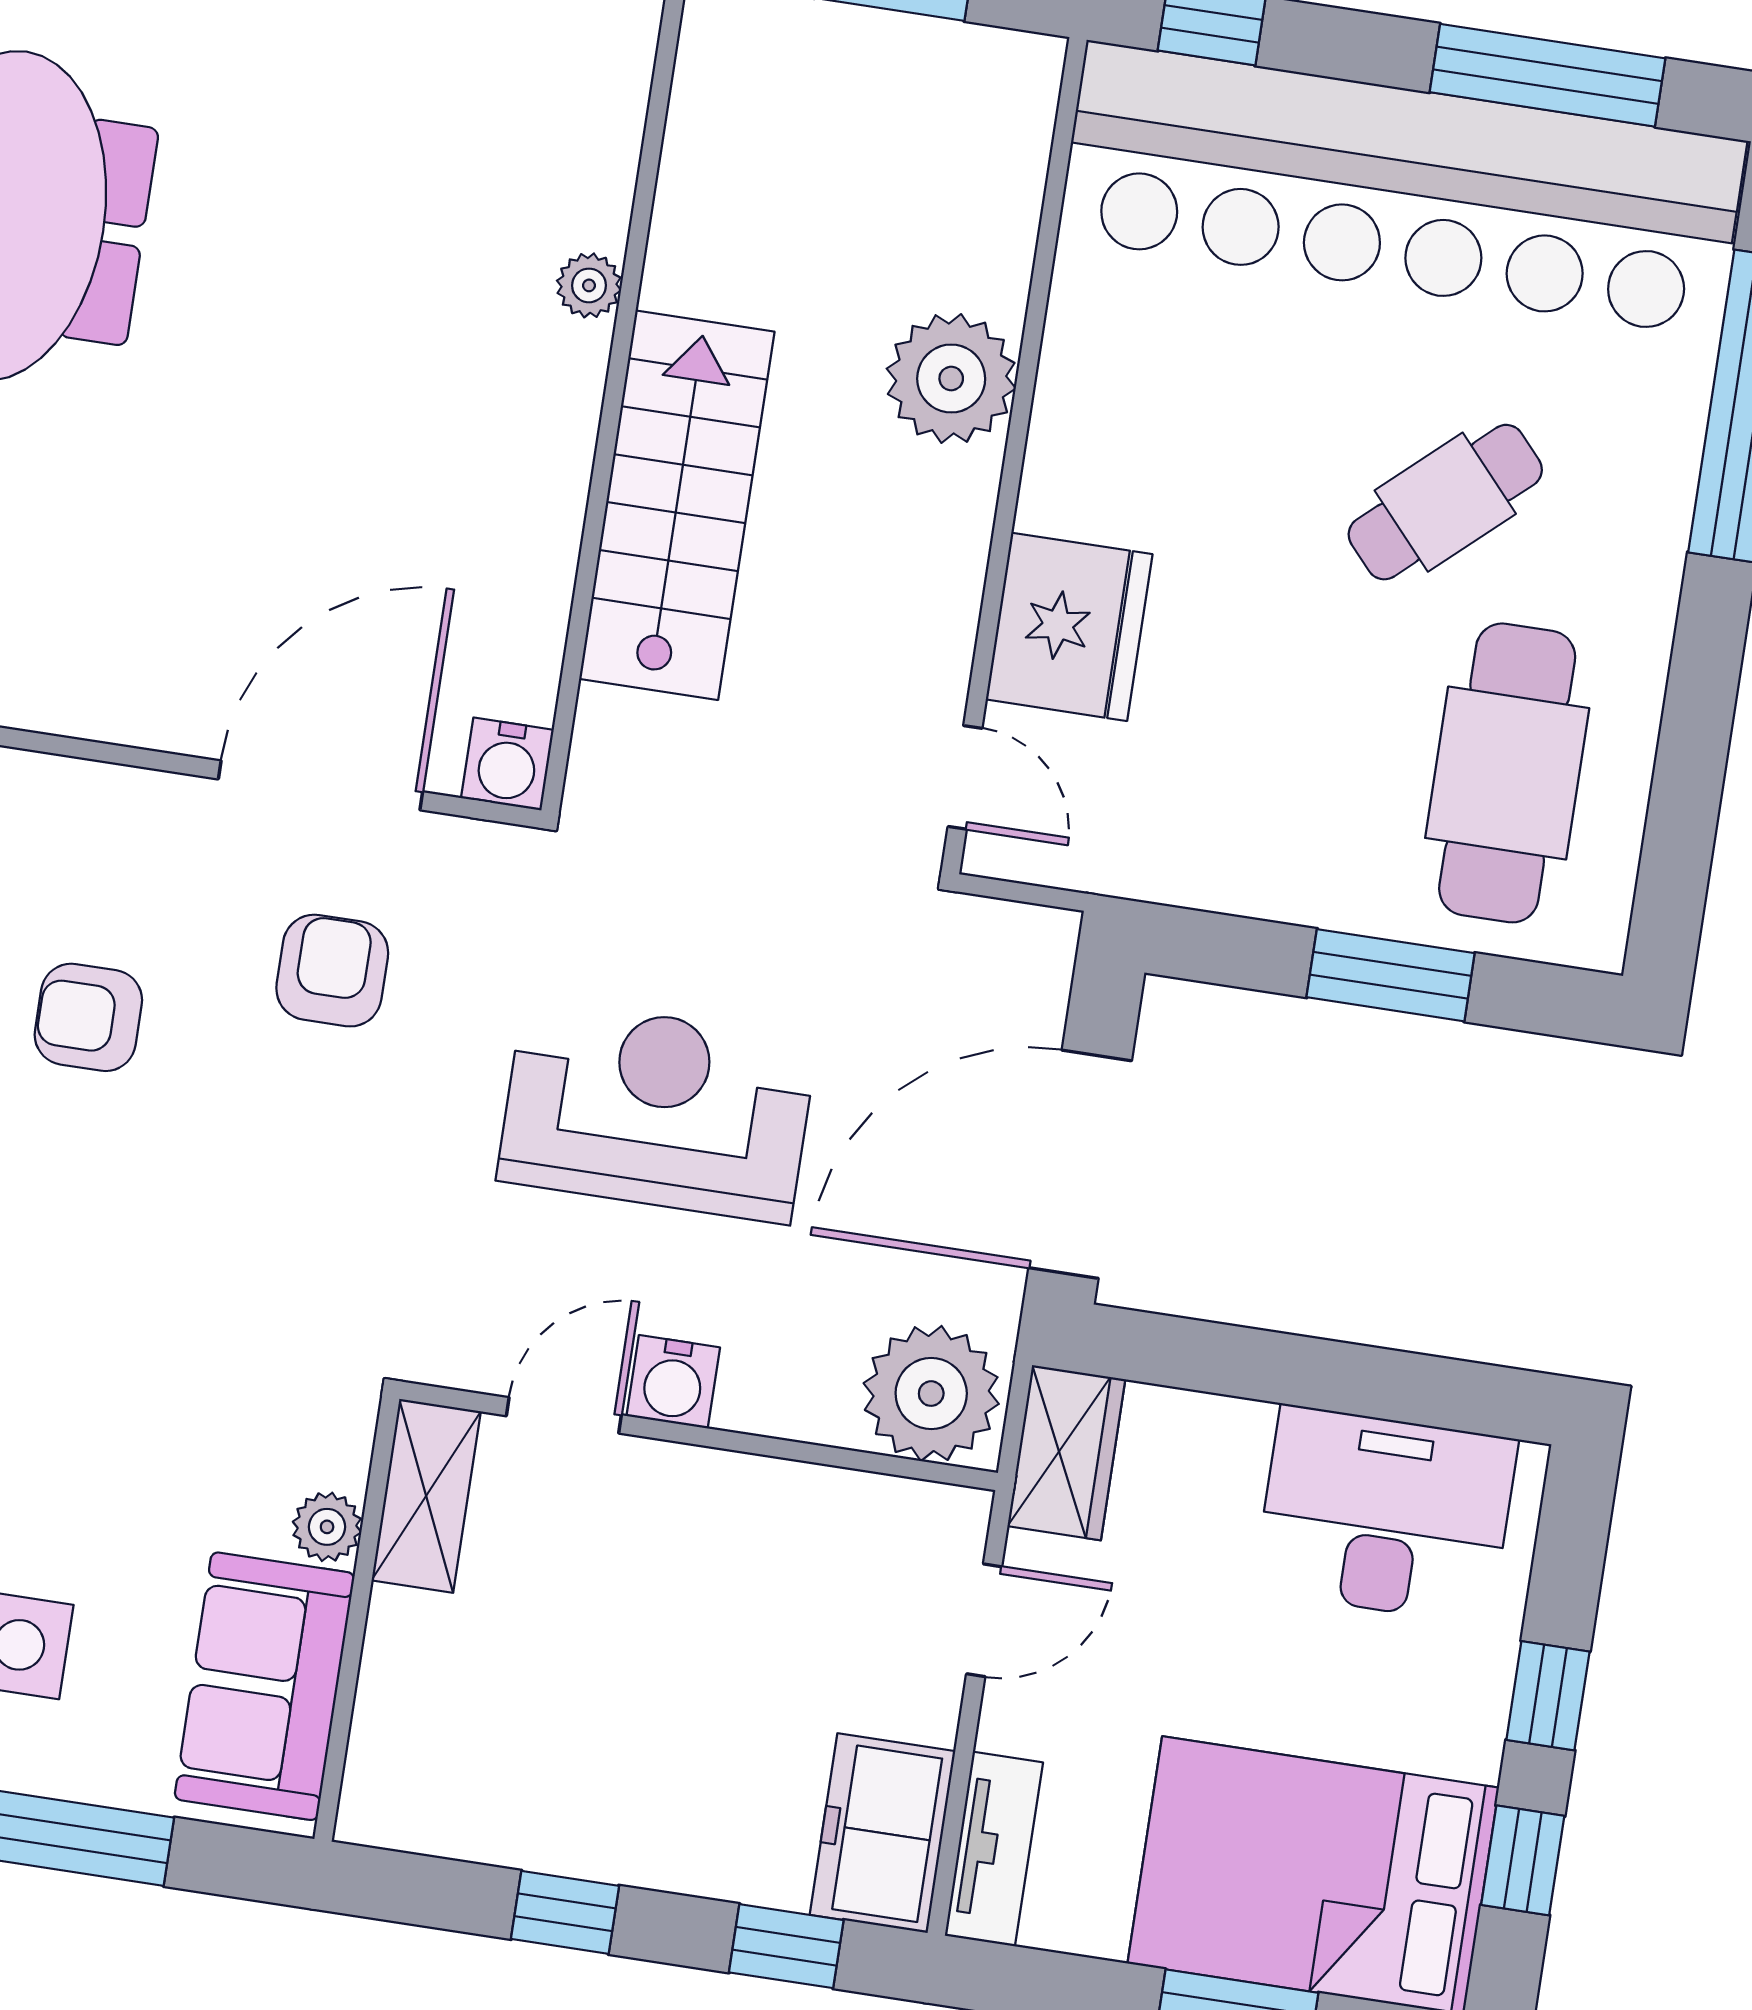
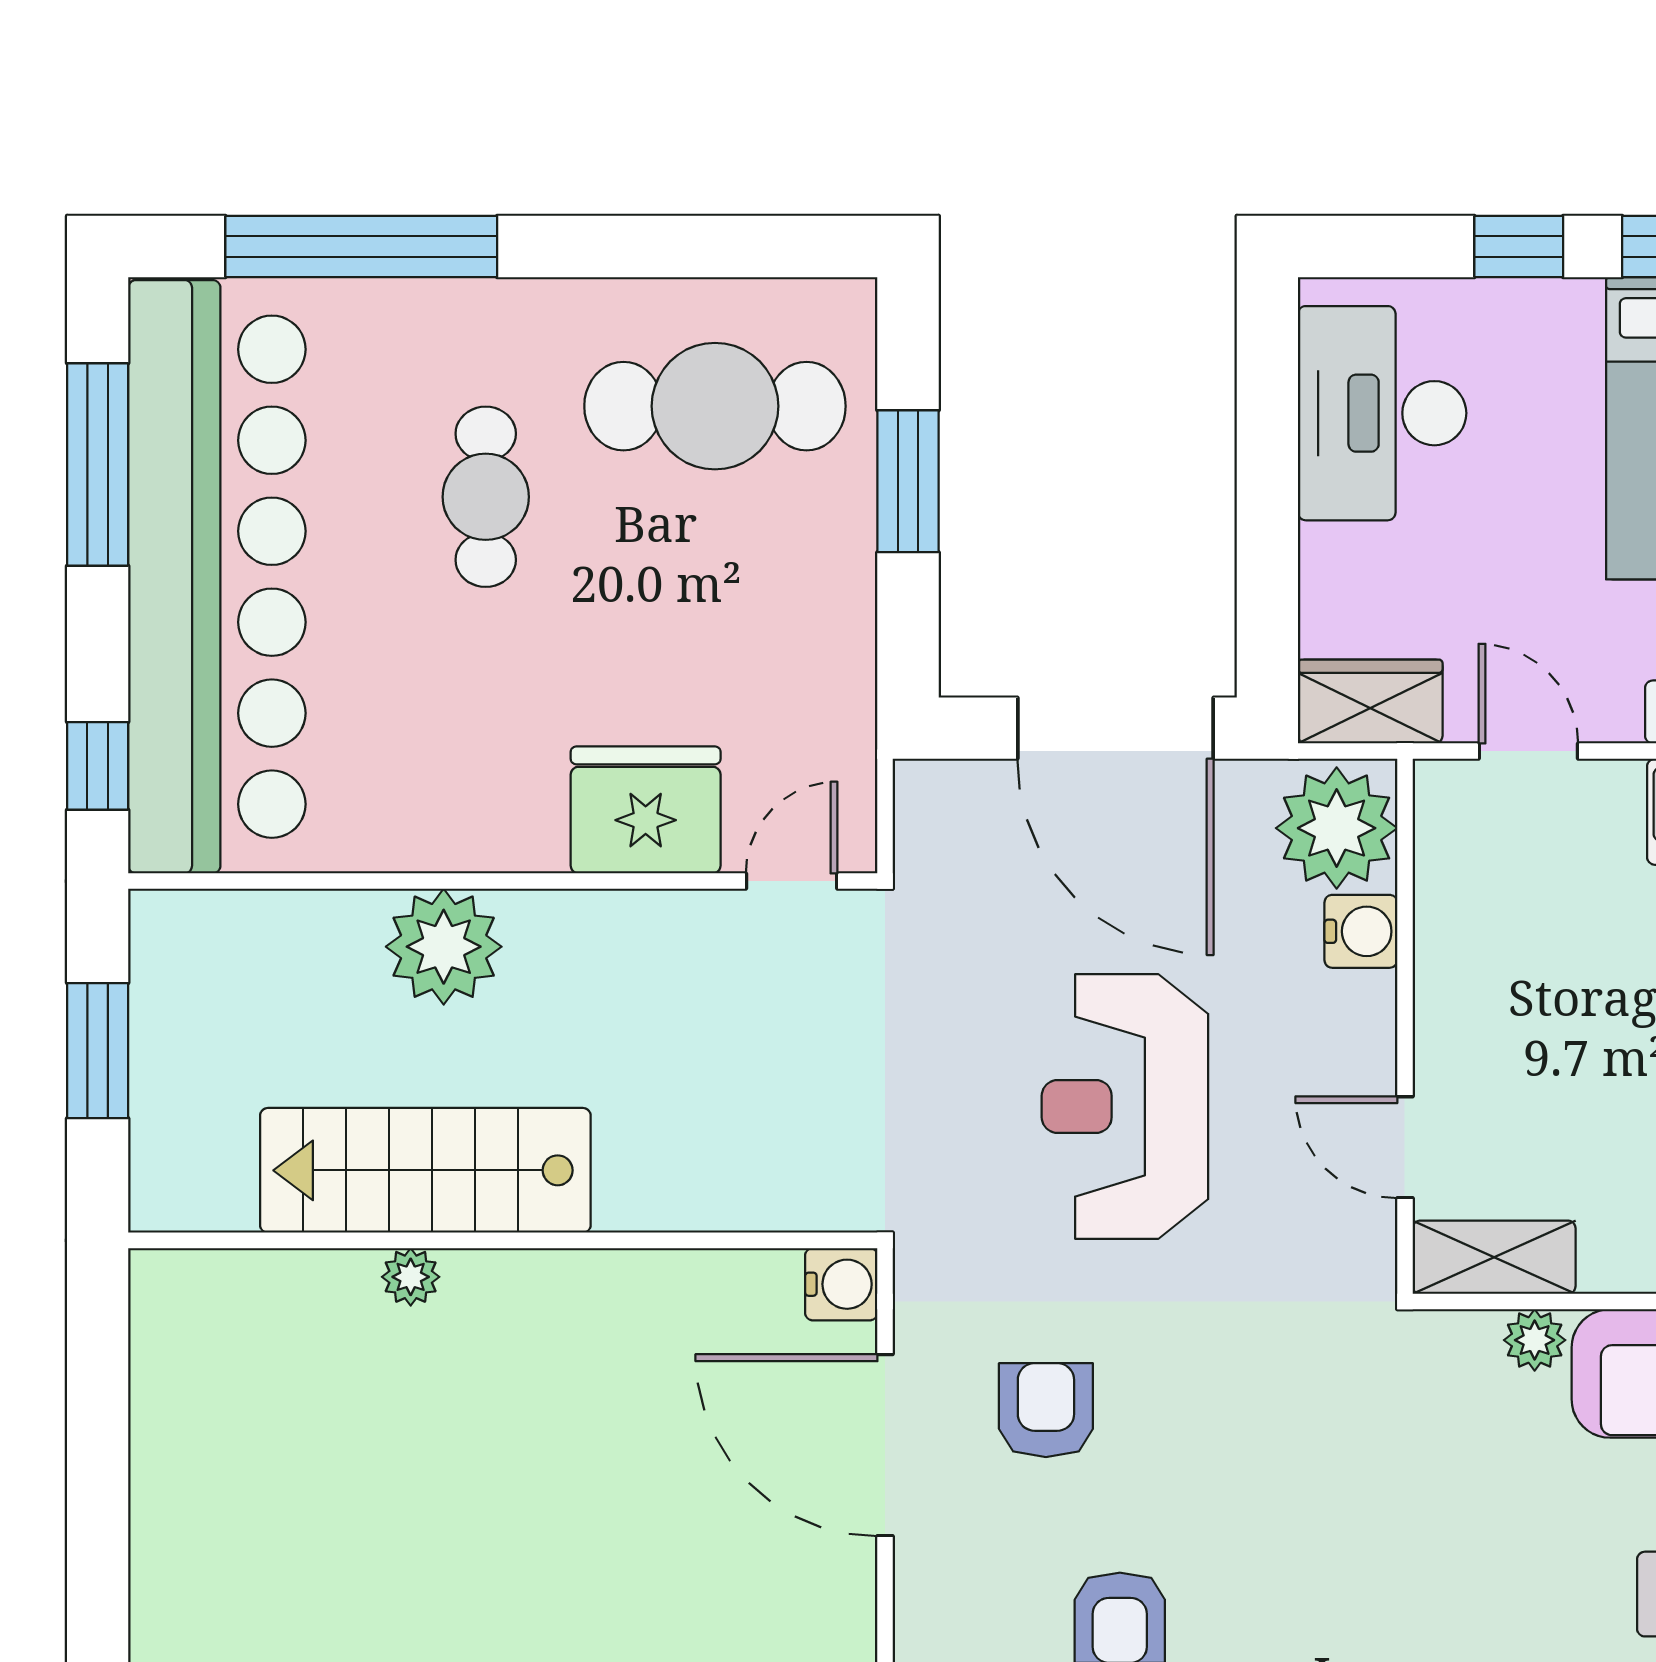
cafe table: (1445, 502) -> (486, 497), turned 42
stairs: (677, 505) -> (425, 1170), moved
armchair: (332, 971) -> (1046, 1410), turned 90
water cooler: (673, 1382) -> (1361, 931), moved

